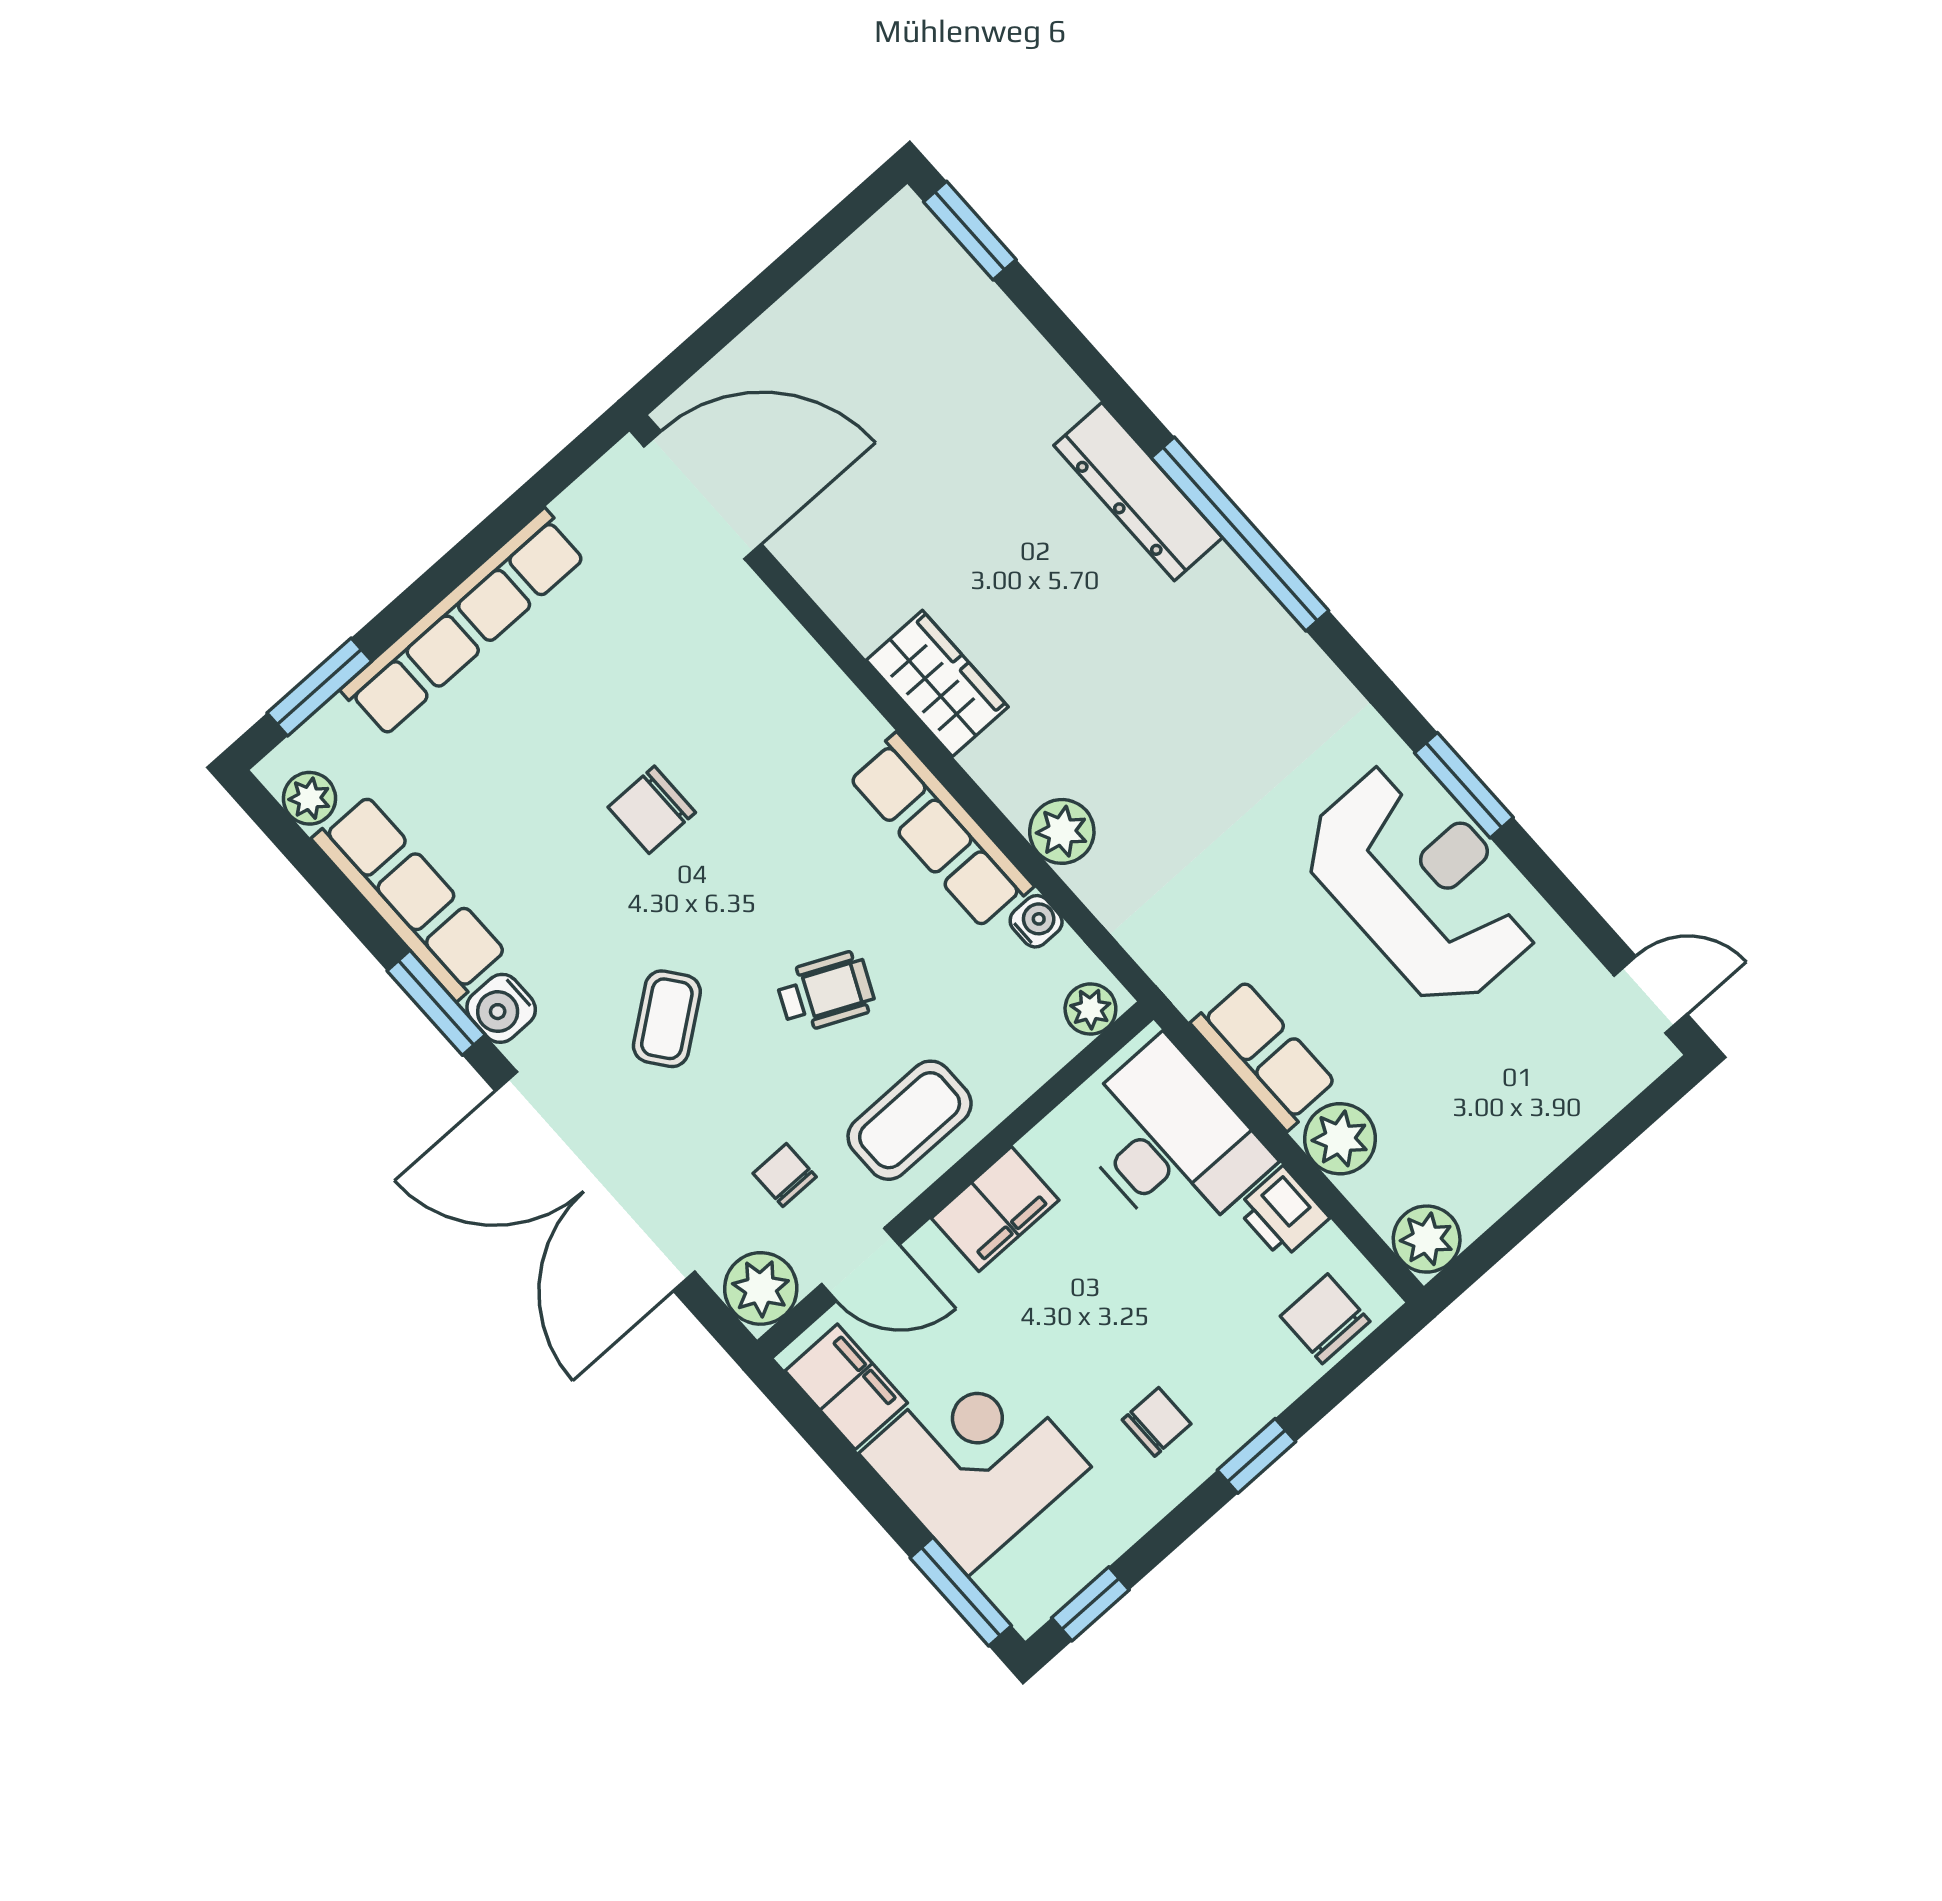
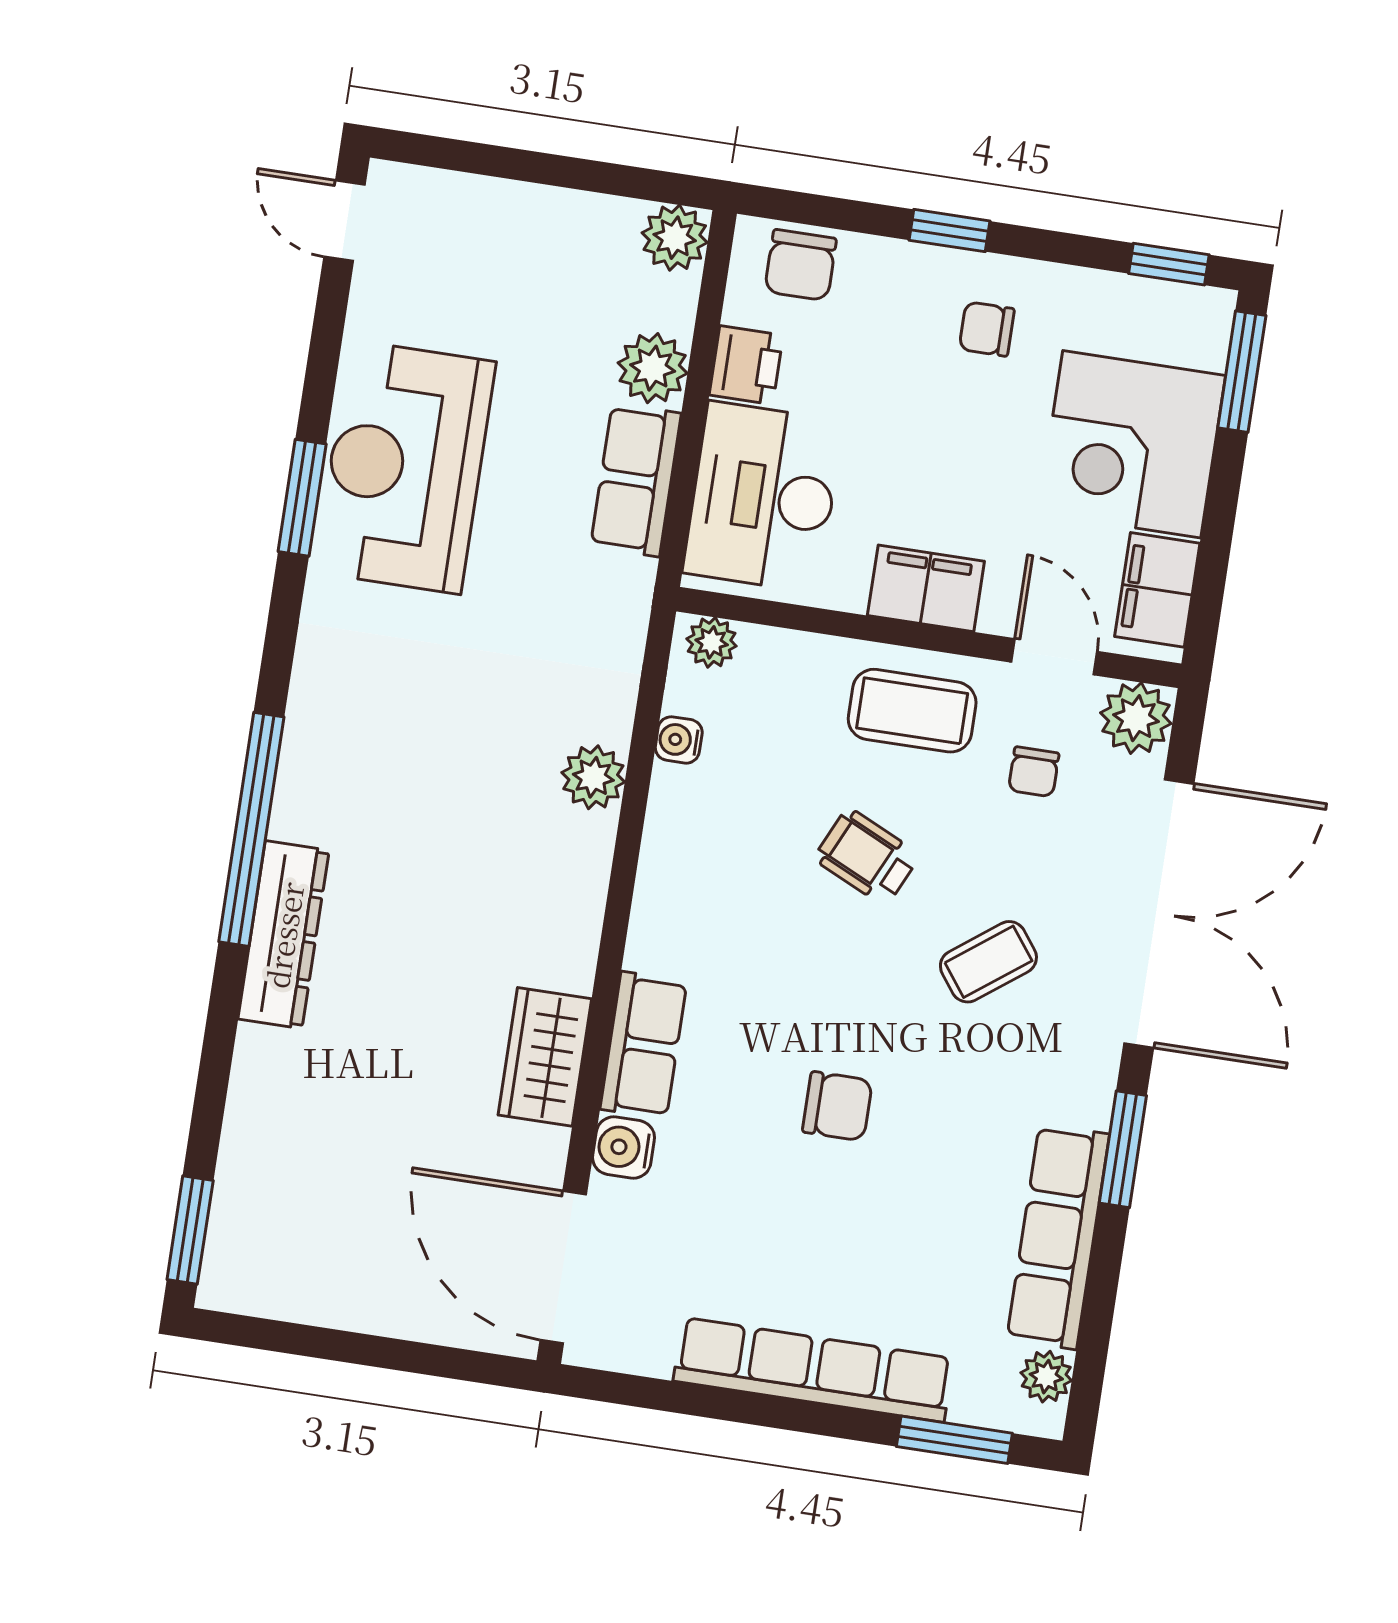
wardrobe: (937, 683) -> (545, 1057), moved
row of seats: (940, 831) -> (644, 1045), moved, width x0.68
water cooler: (501, 1008) -> (624, 1148), moved, turned 180

